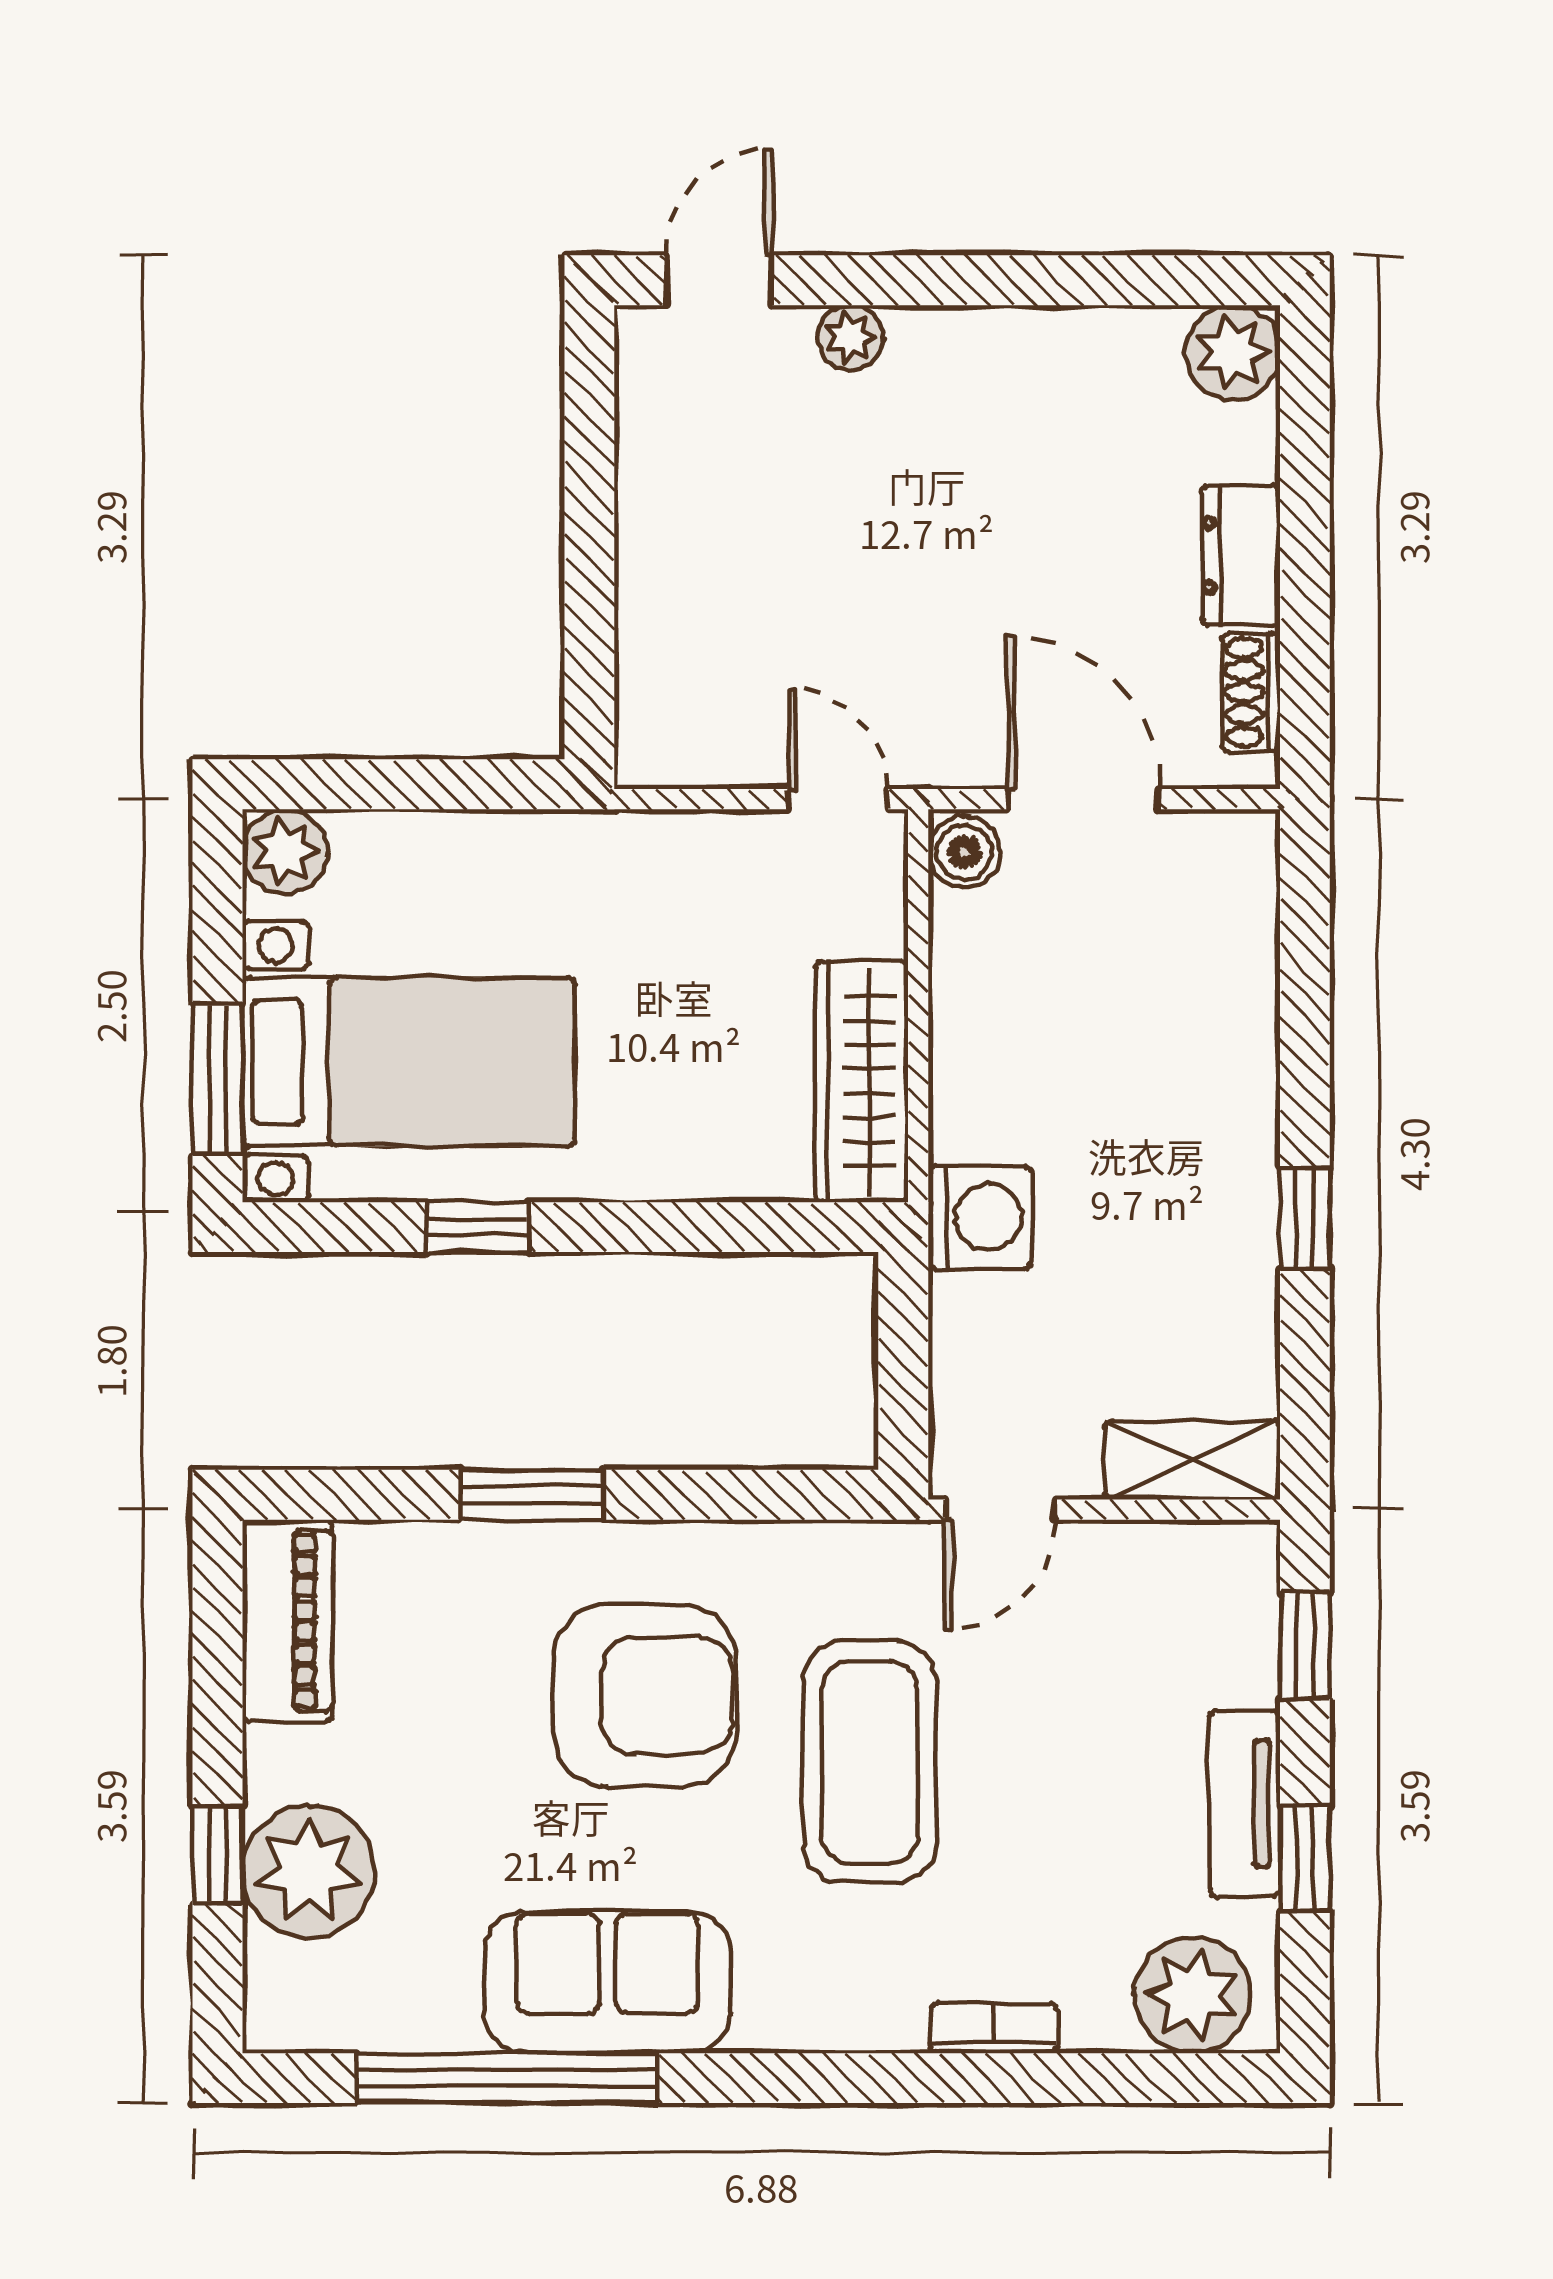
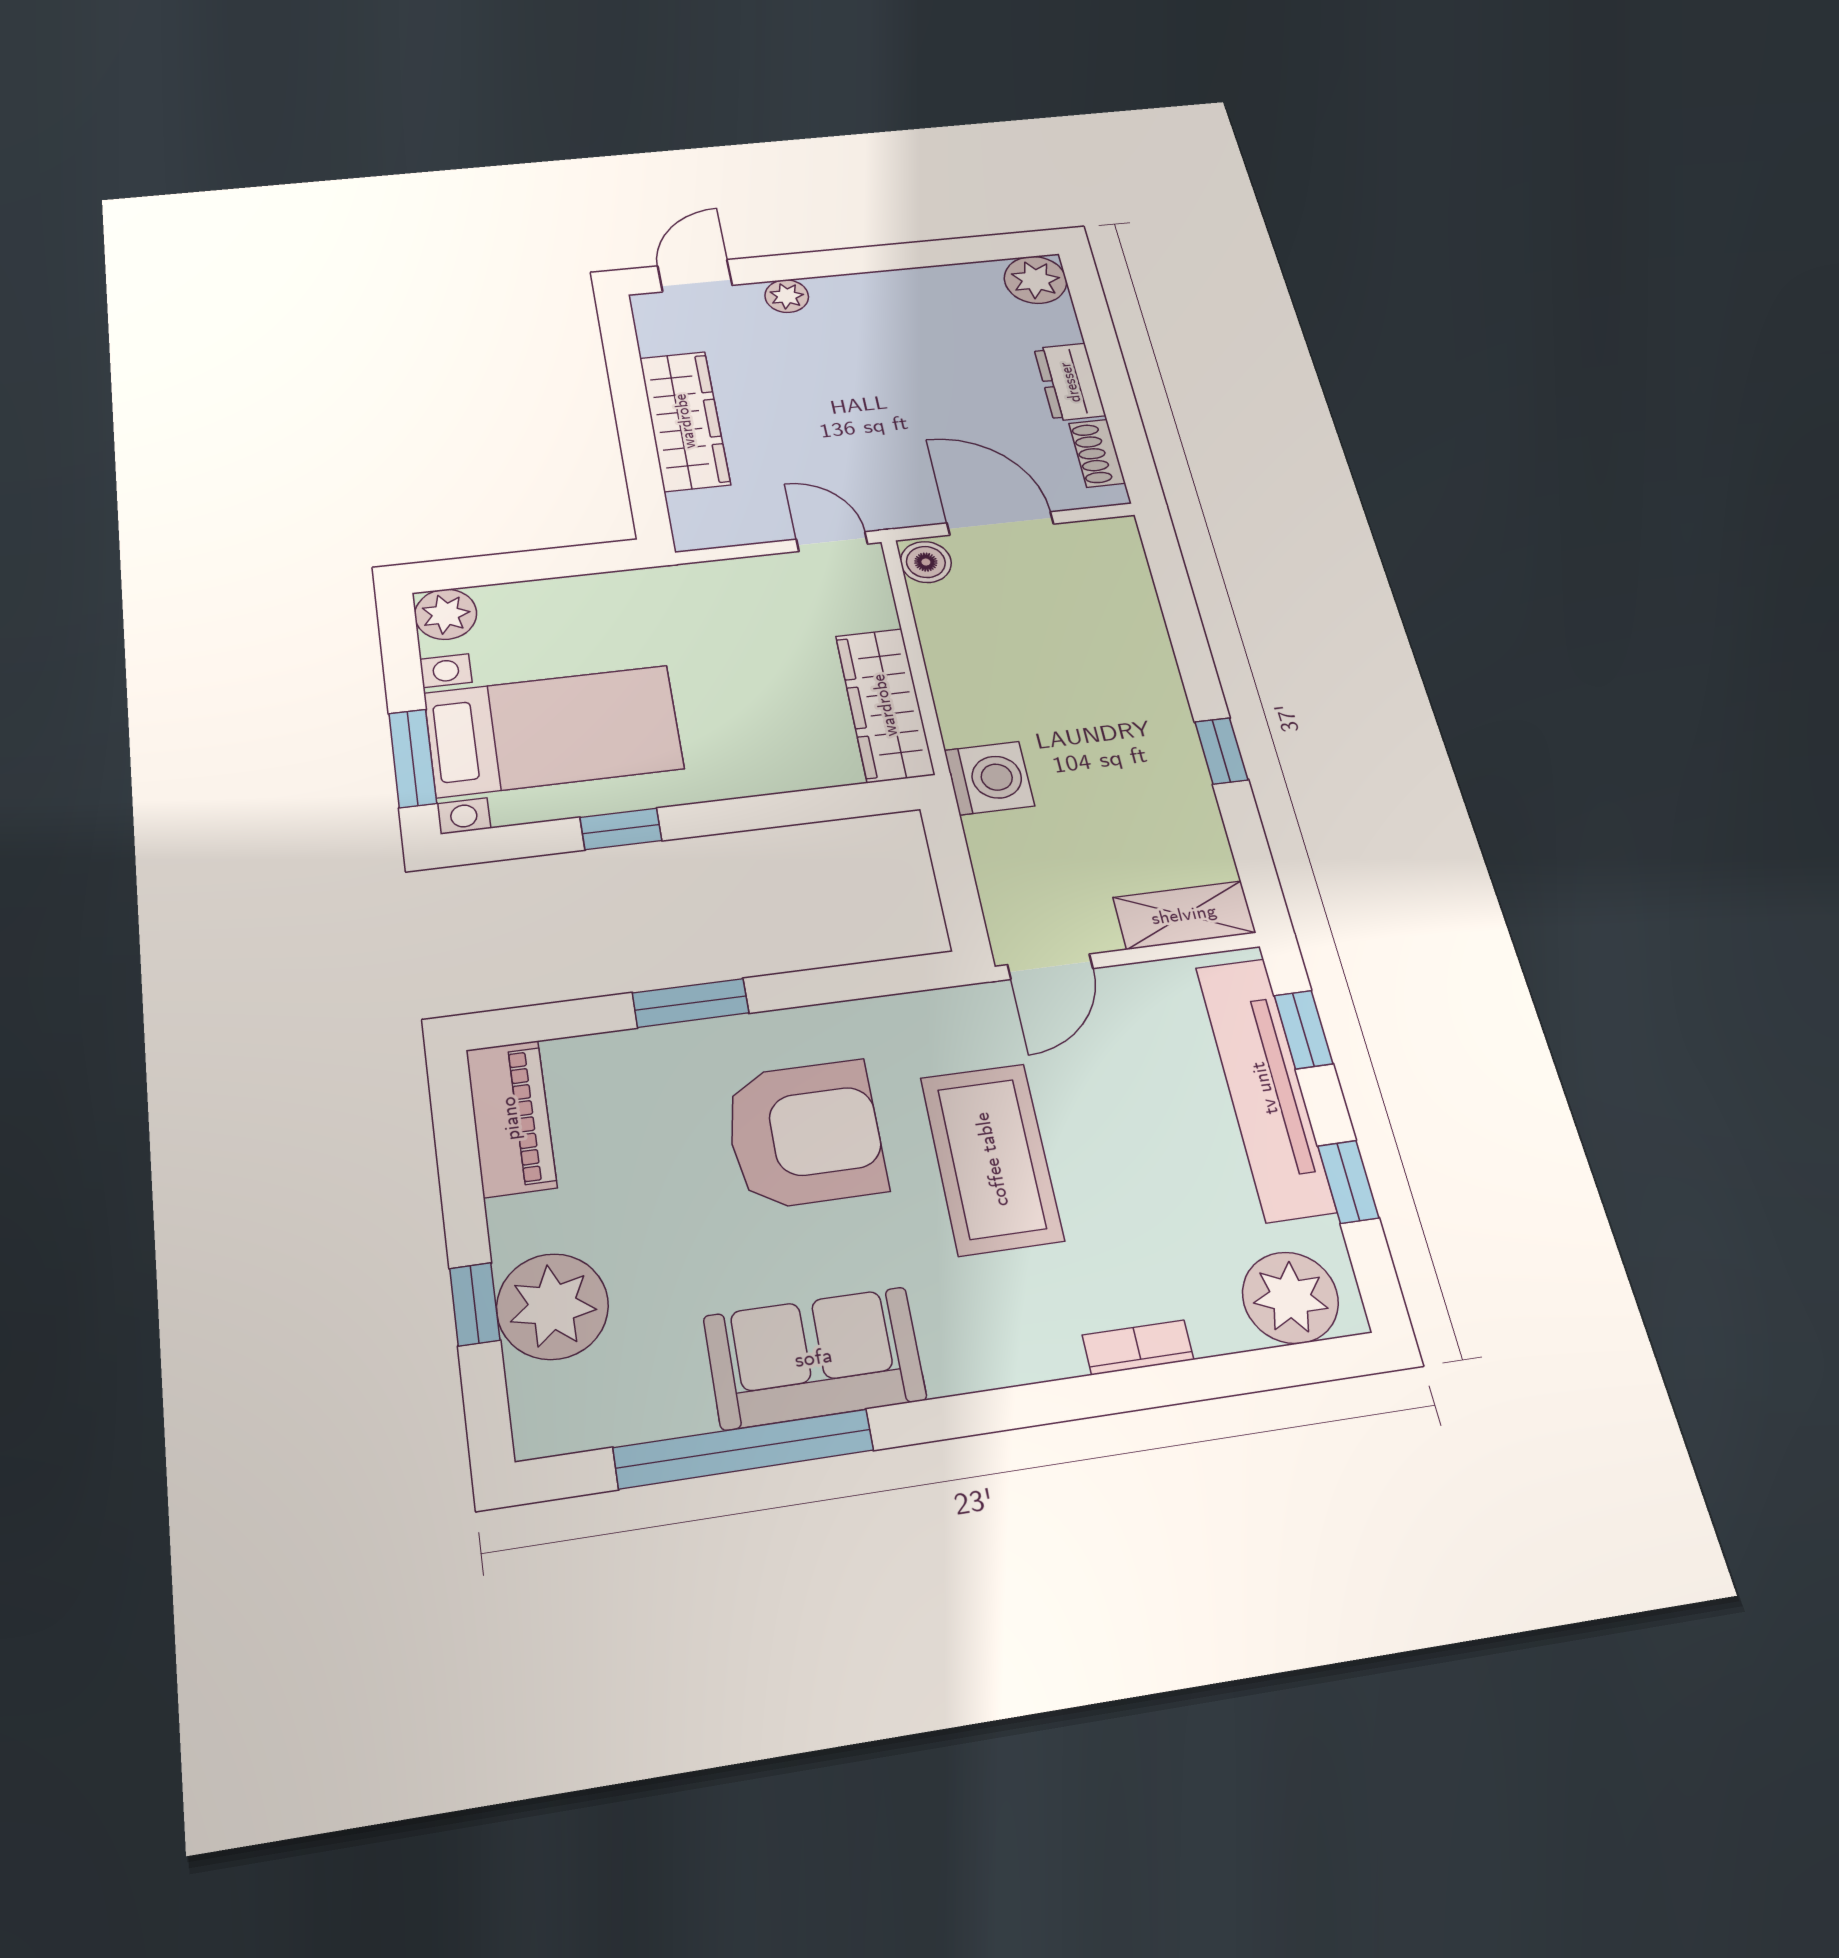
wardrobe: (663, 556) -> (685, 421), added
tv unit: (1244, 1804) -> (1265, 1088), width x1.92, depth x1.29

